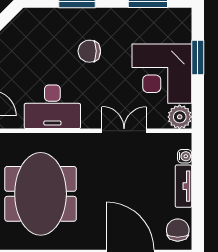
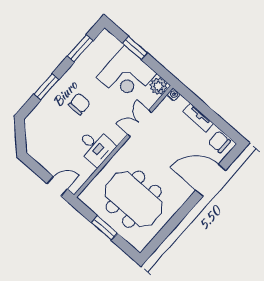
chair: (89, 51) -> (79, 104), turned 180
desk: (52, 107) -> (96, 147), width x0.73
water cooler: (185, 156) -> (173, 95), moved

